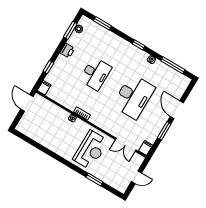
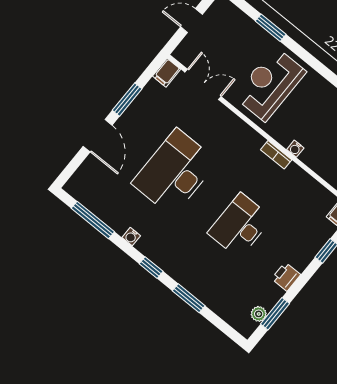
window: (103, 23) -> (189, 298), moved

